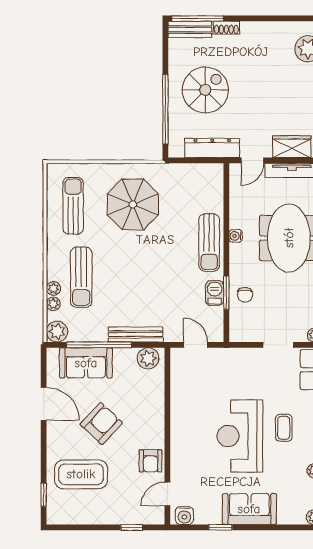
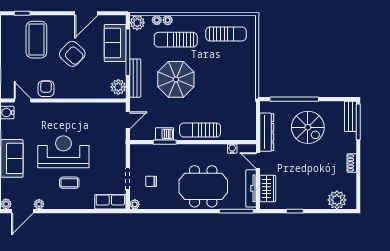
shoe rack: (226, 28) -> (352, 163), moved
parasol: (133, 204) -> (176, 79), moved
water cooler: (236, 236) -> (232, 149), moved
chair: (245, 295) -> (151, 181), moved
armchair: (151, 461) -> (46, 89), turned 90

